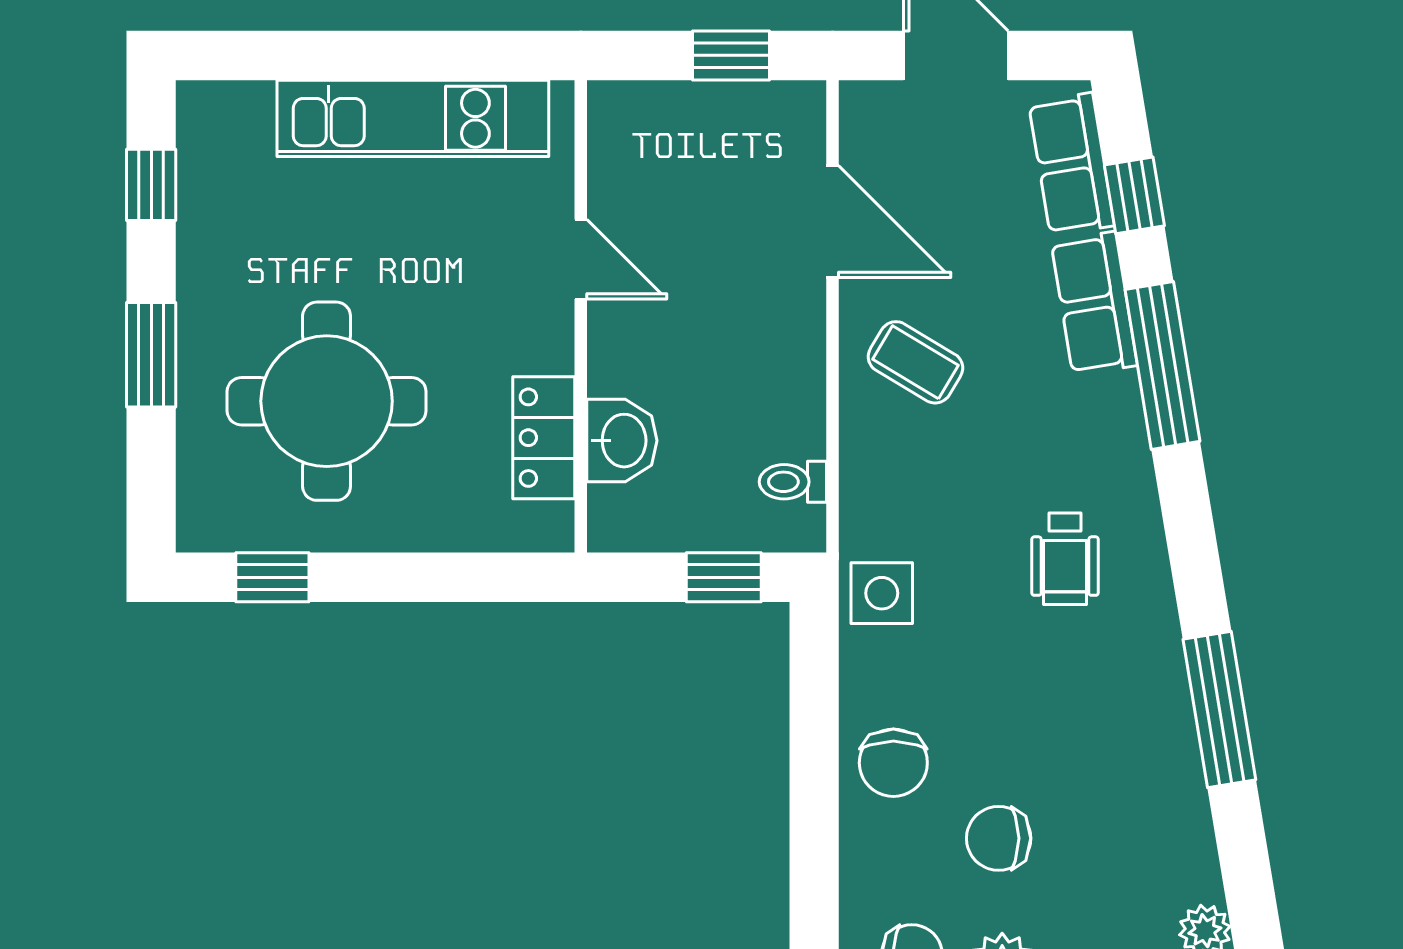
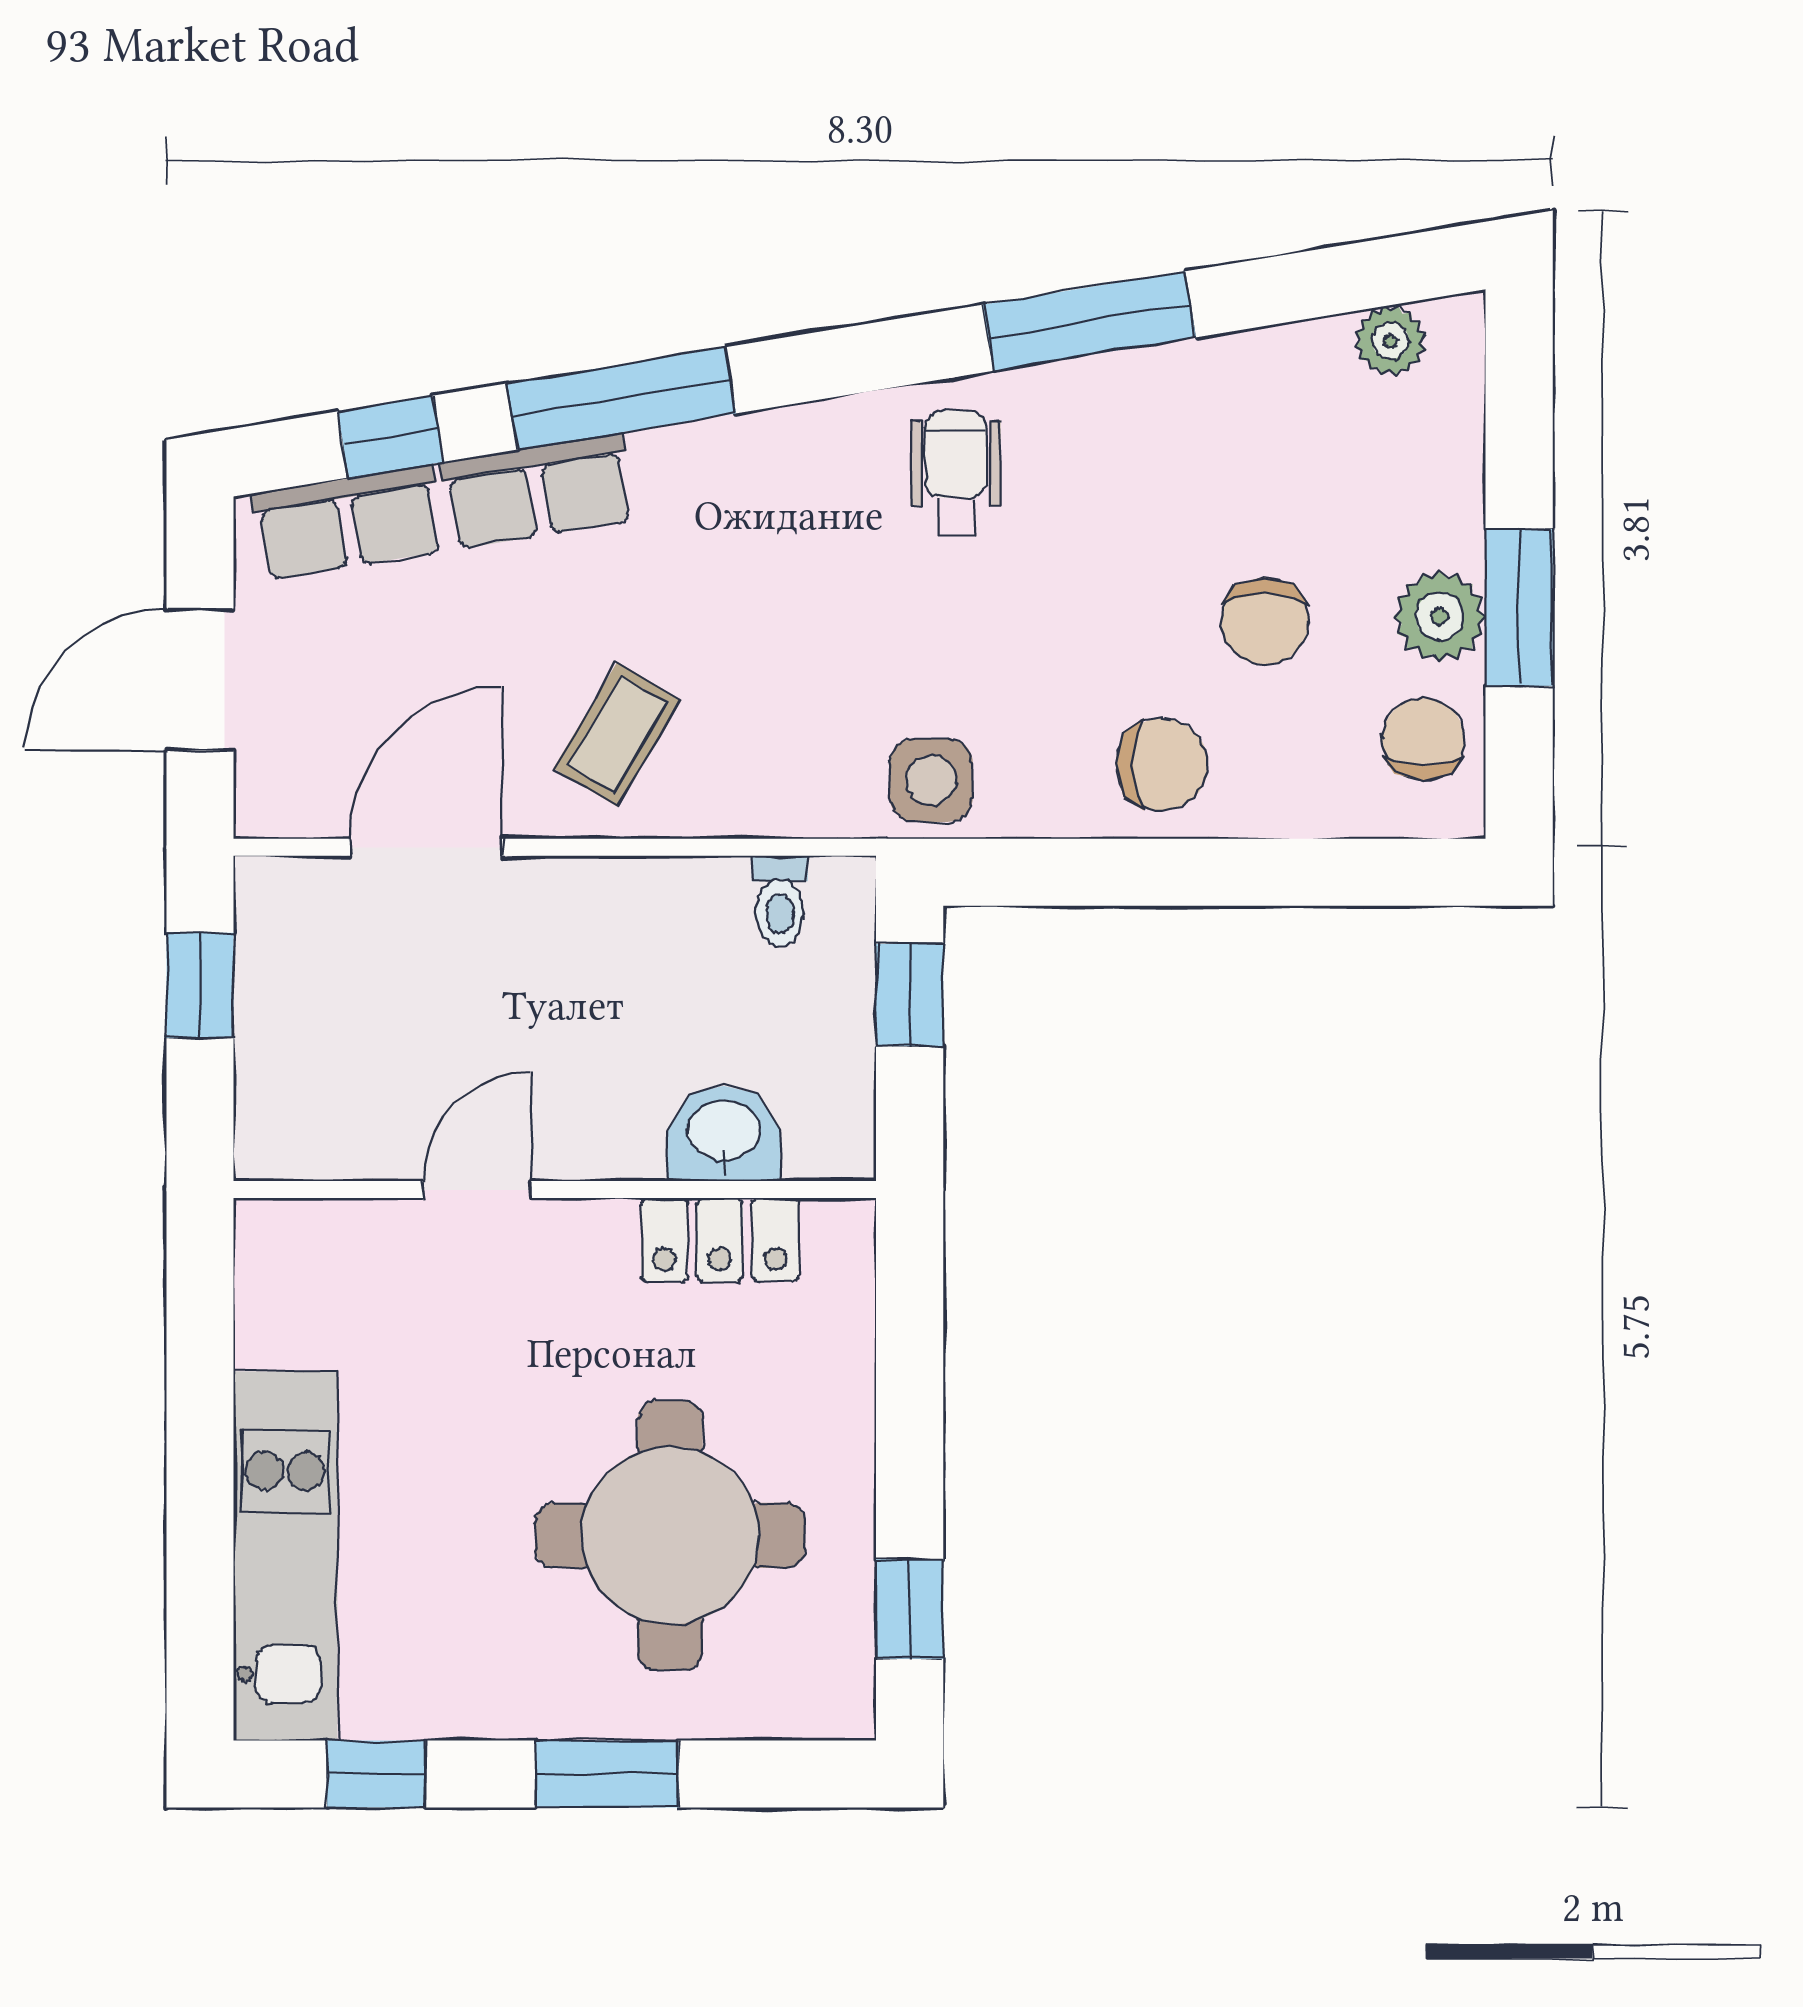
kitchen unit: (413, 118) -> (285, 1556), moved
wheelchair: (1065, 559) -> (956, 473), moved, turned -90

